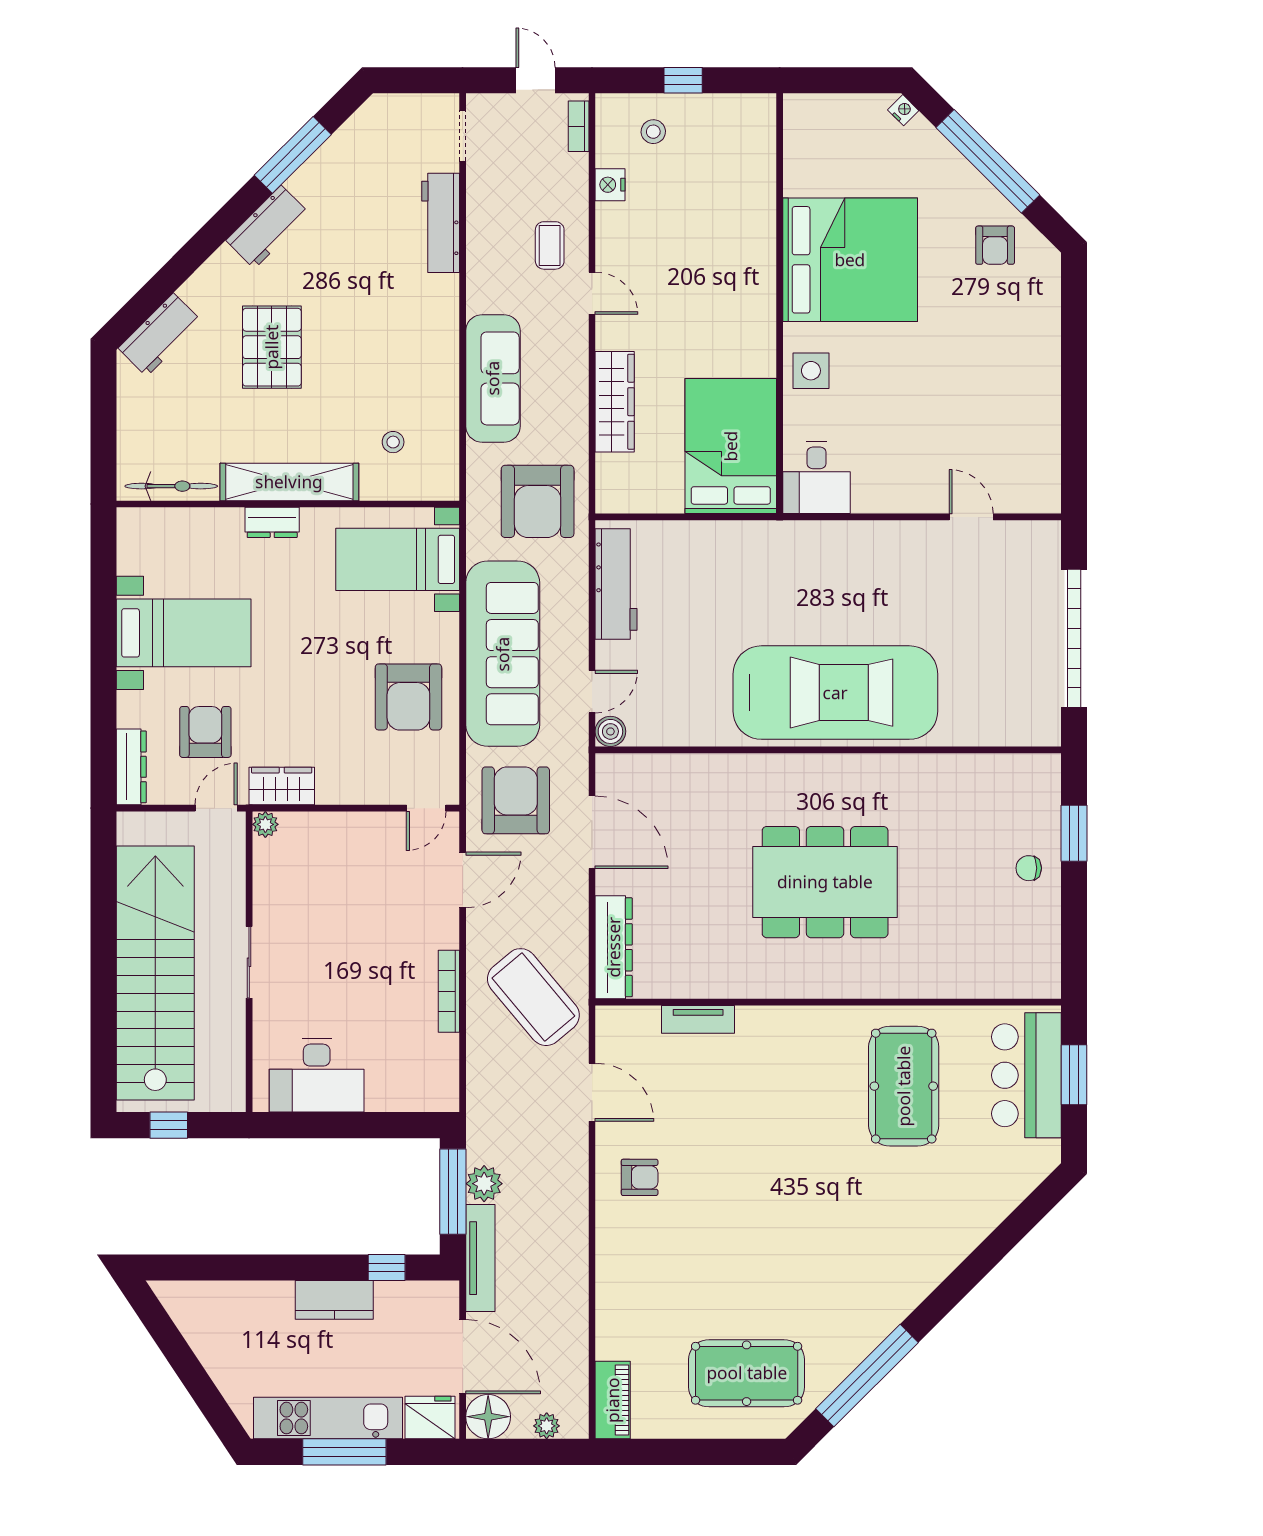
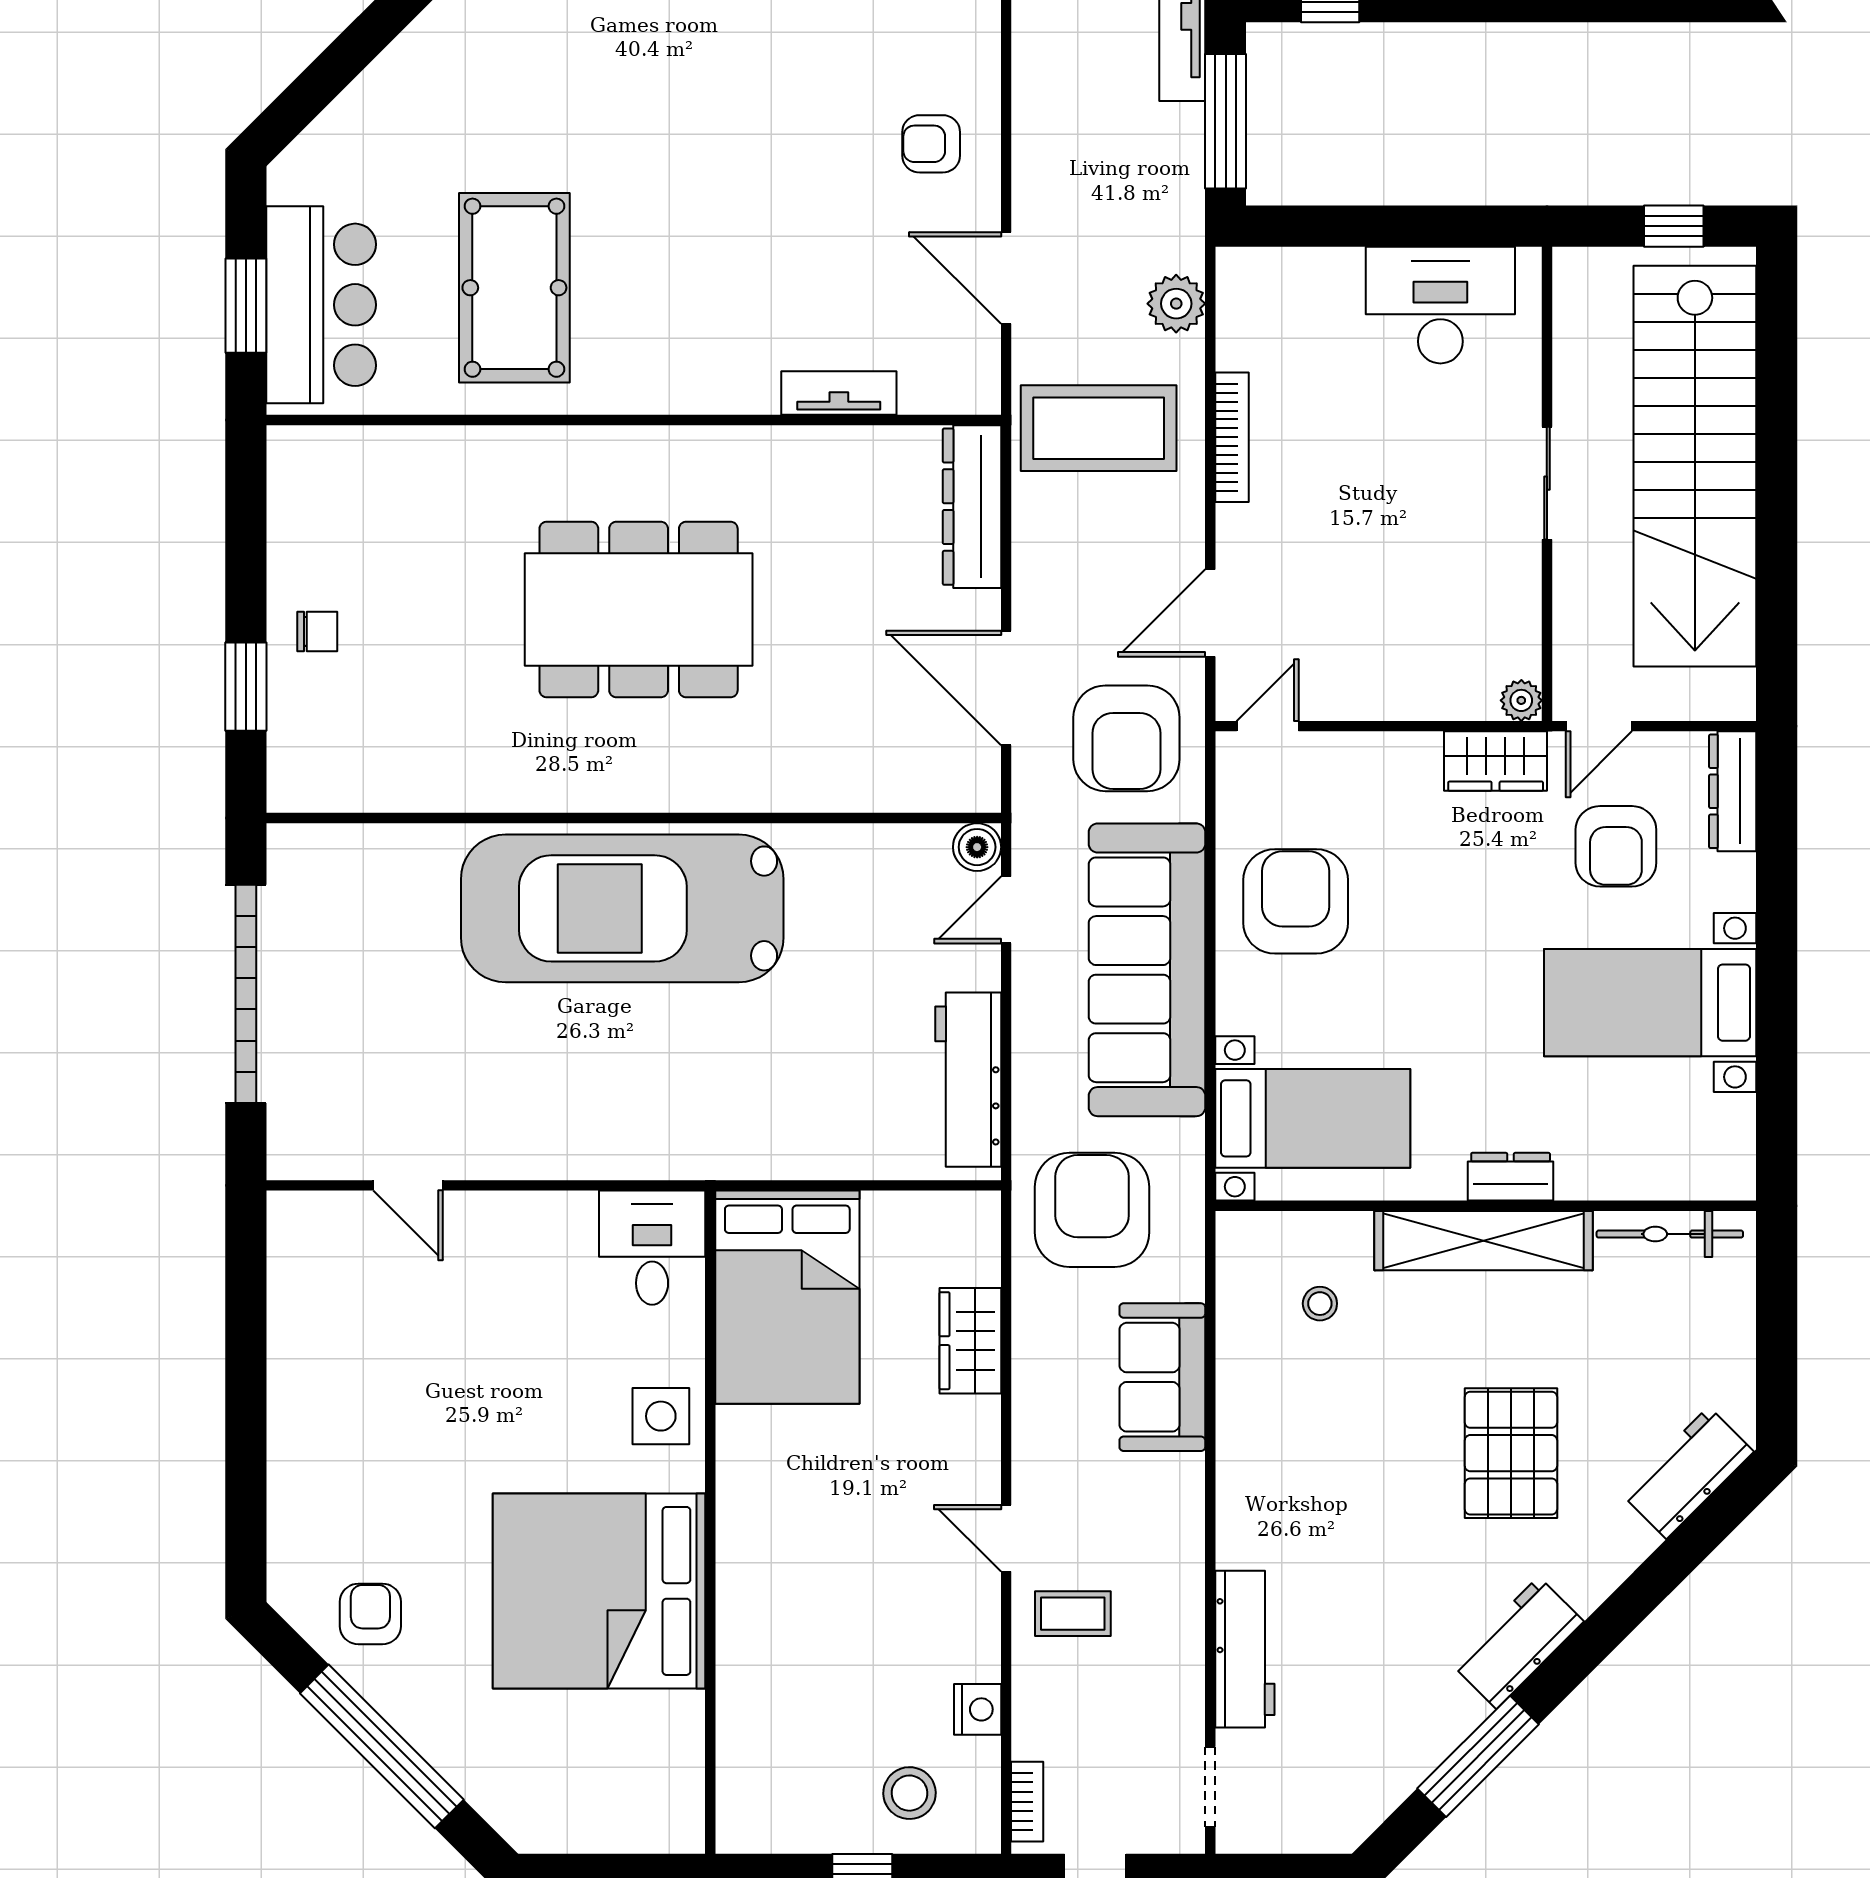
nightstand: (903, 110) -> (515, 1827), removed
stool: (653, 132) -> (909, 1793), width x1.37, depth x1.37
coffee table: (550, 245) -> (1073, 1614), turned 90
sofa: (493, 378) -> (1162, 1377), width x0.73
wardrobe: (615, 402) -> (970, 1341), width x0.67
coffee table: (533, 997) -> (1099, 428), turned -50
plant: (484, 1184) -> (1176, 304), moved

